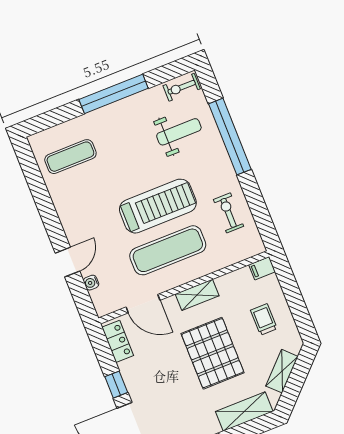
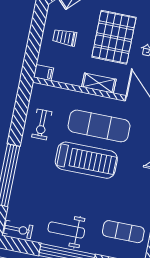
weight bench: (179, 132) -> (66, 230), moved
treadmill: (158, 206) -> (86, 160), turned 180
trolley: (264, 319) -> (65, 37), turned 90

